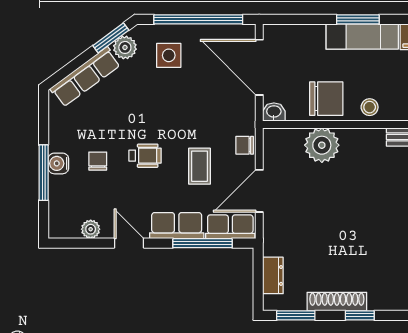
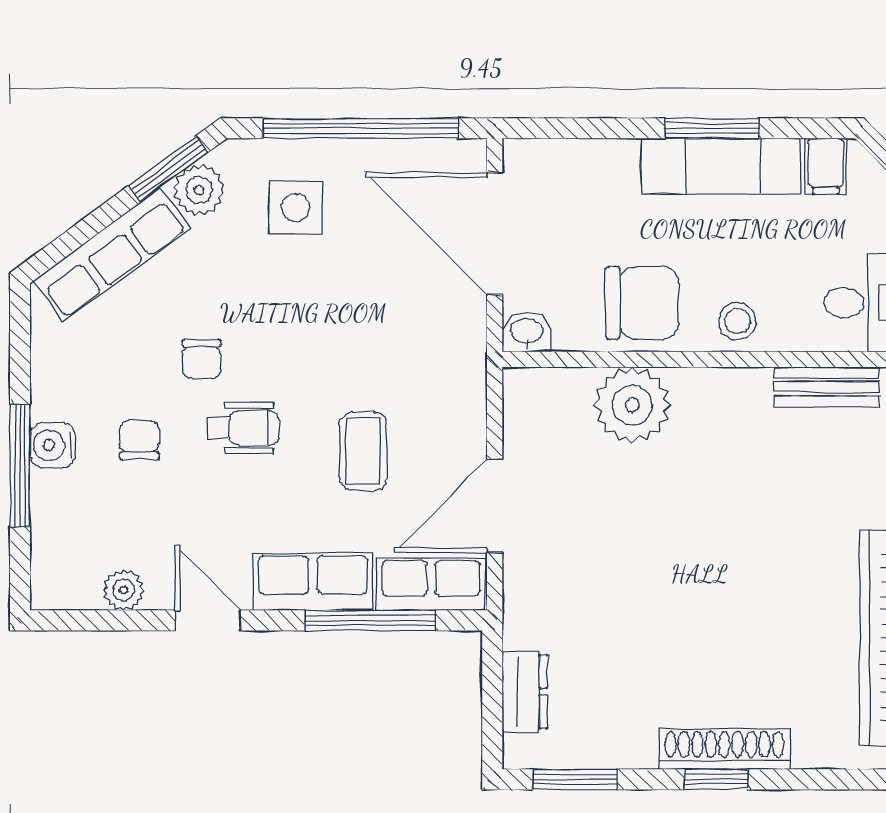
chair: (245, 145) -> (202, 359), moved, turned -90
shoe rack: (337, 302) -> (724, 749), moved

